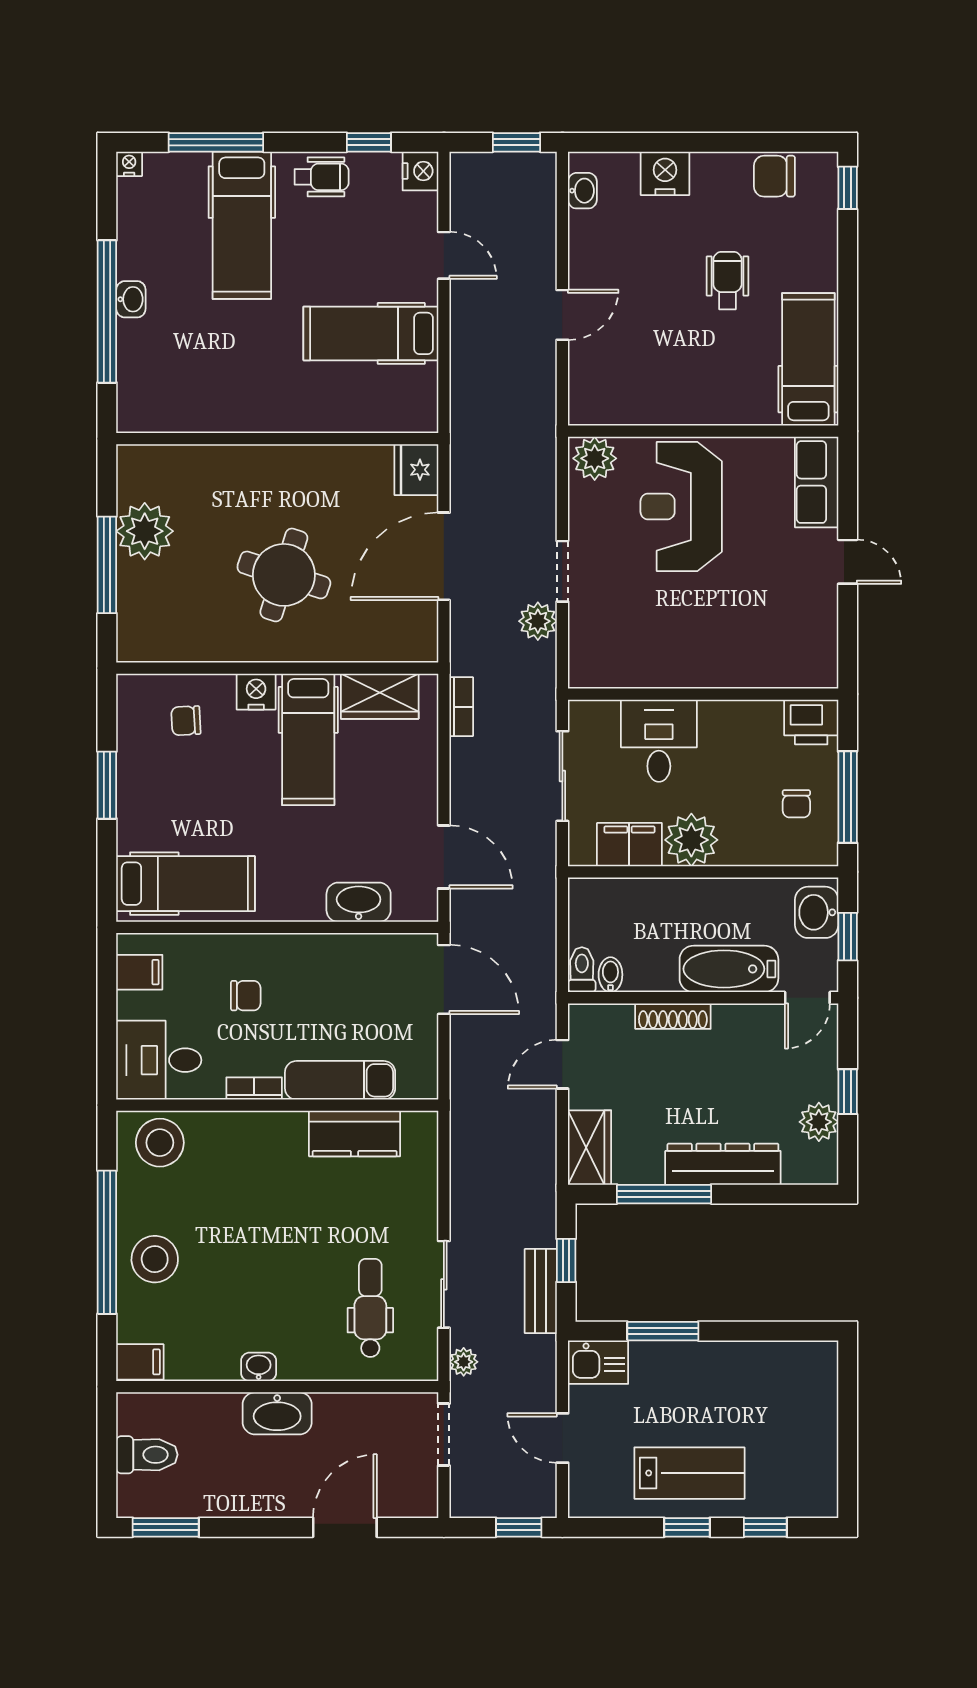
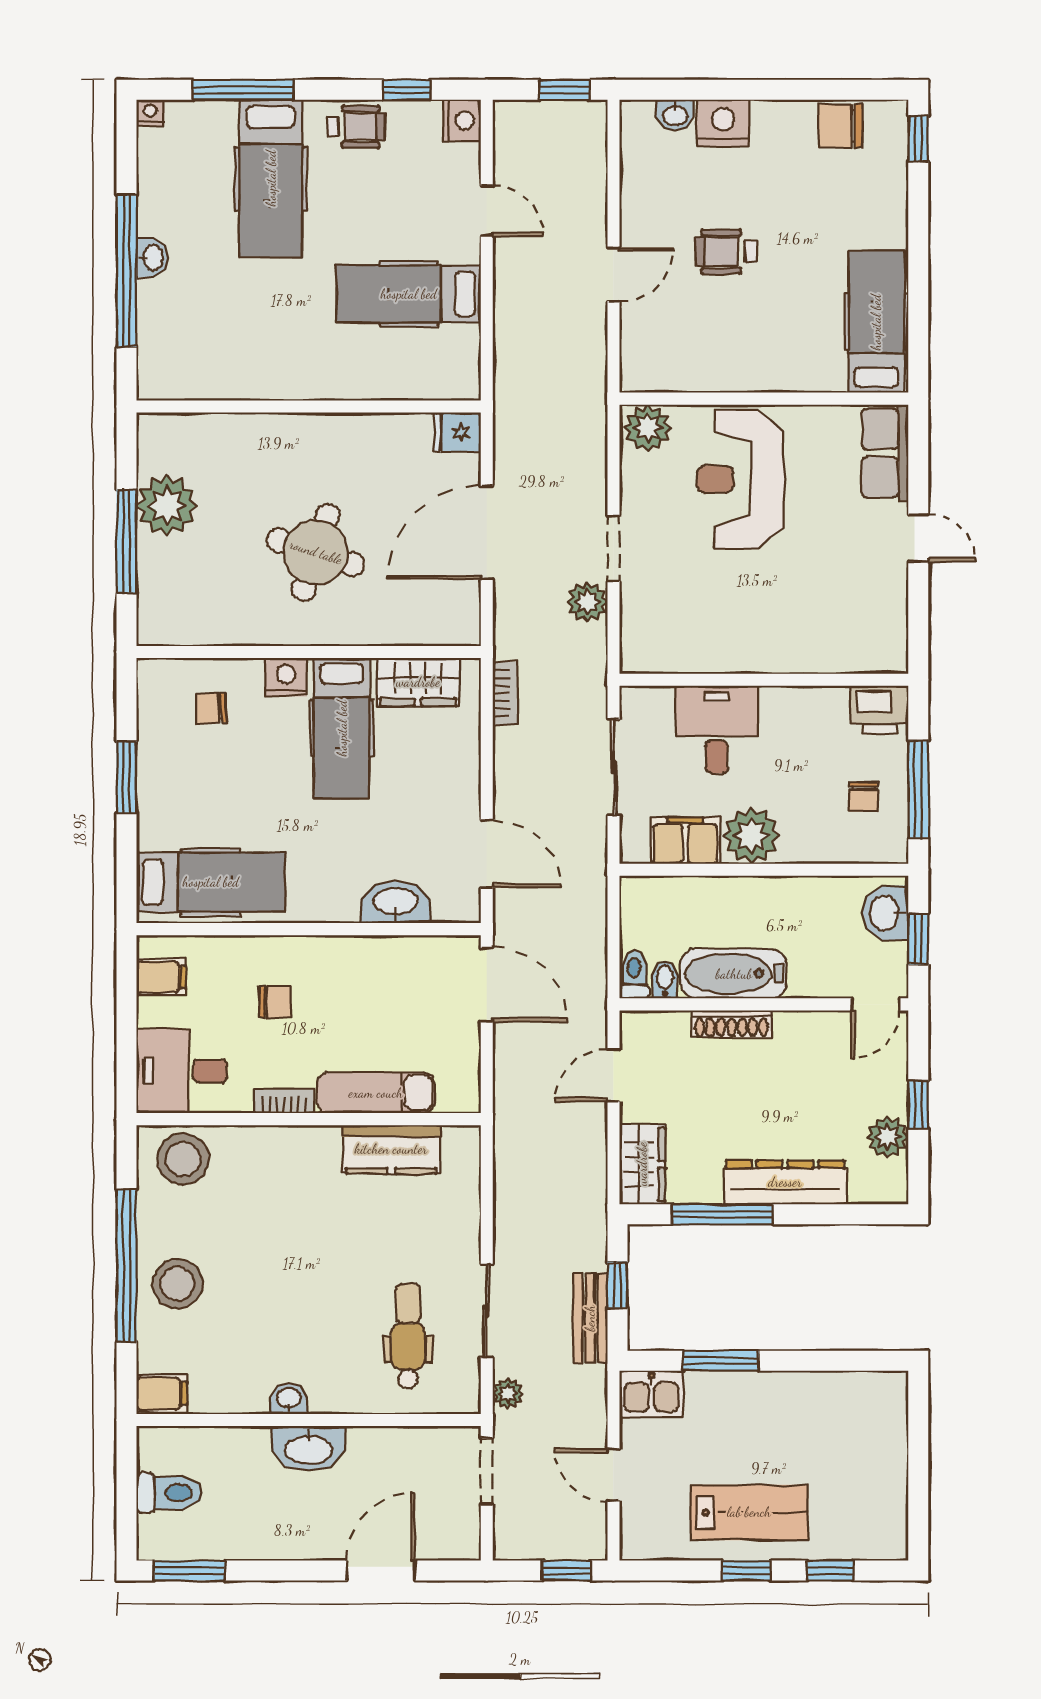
washbasin: (582, 191) -> (675, 115), moved, turned 90
wheelchair: (727, 281) -> (726, 252), moved, turned -90
fridge: (416, 470) -> (457, 432), width x0.72
bathtub: (729, 969) -> (734, 974), moved

